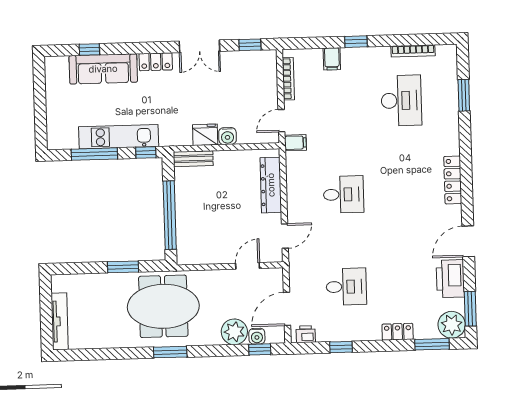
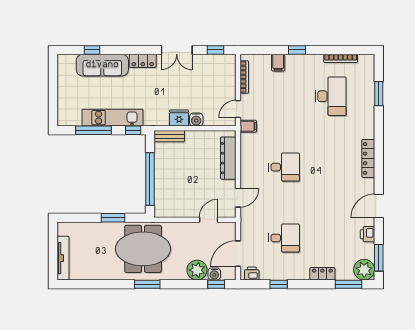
printer: (450, 279) -> (368, 234), width x0.53, depth x0.68

